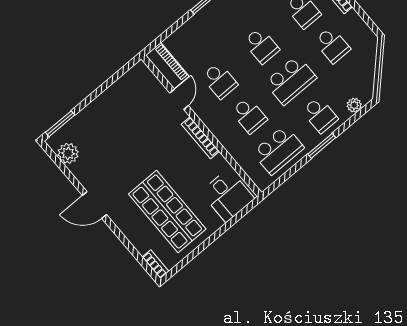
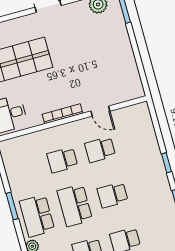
piano: (167, 66) -> (131, 114), removed
school desk: (320, 115) -> (37, 216), width x1.85
school desk: (278, 150) -> (25, 170), removed

